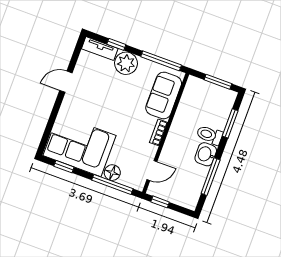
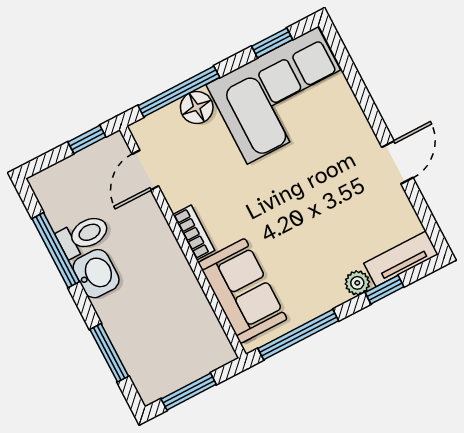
plant: (126, 63) -> (357, 283), width x0.53, depth x0.53
toilet: (210, 135) -> (83, 236), moved

